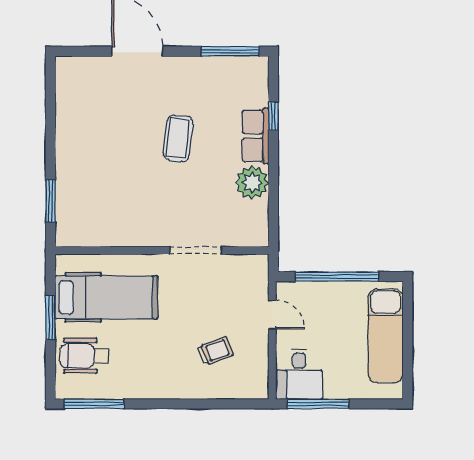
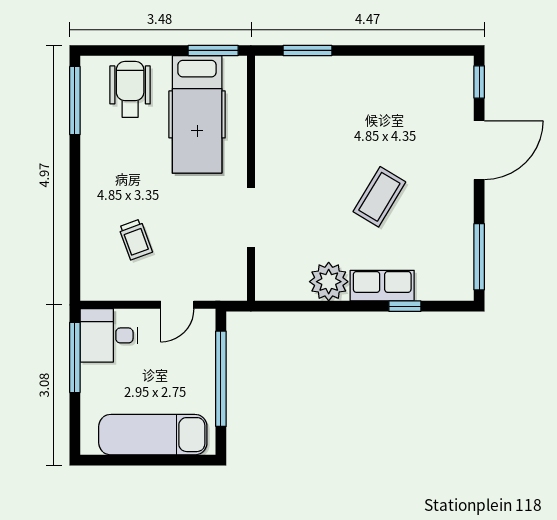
window: (78, 51) -> (479, 82), added
coffee table: (178, 138) -> (379, 197), turned -66
window: (50, 317) -> (213, 50), moved

